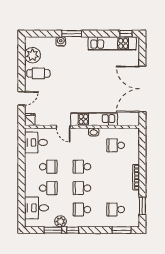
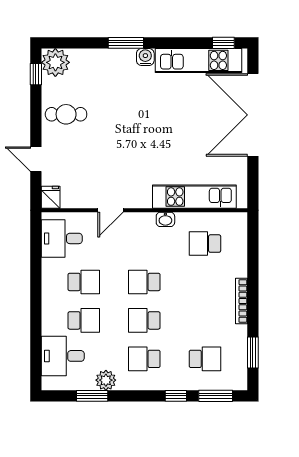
water cooler: (61, 41) -> (145, 57), moved
window: (22, 51) -> (36, 74), added
plant: (32, 55) -> (55, 62), moved
double door: (142, 89) -> (253, 115), moved
door: (22, 98) -> (36, 159), swing flipped
kitchen unit: (94, 119) -> (194, 197), moved
door: (63, 127) -> (111, 210), hinge flipped
school desk: (116, 209) -> (205, 359), turned 180
window: (73, 230) -> (176, 396), moved

